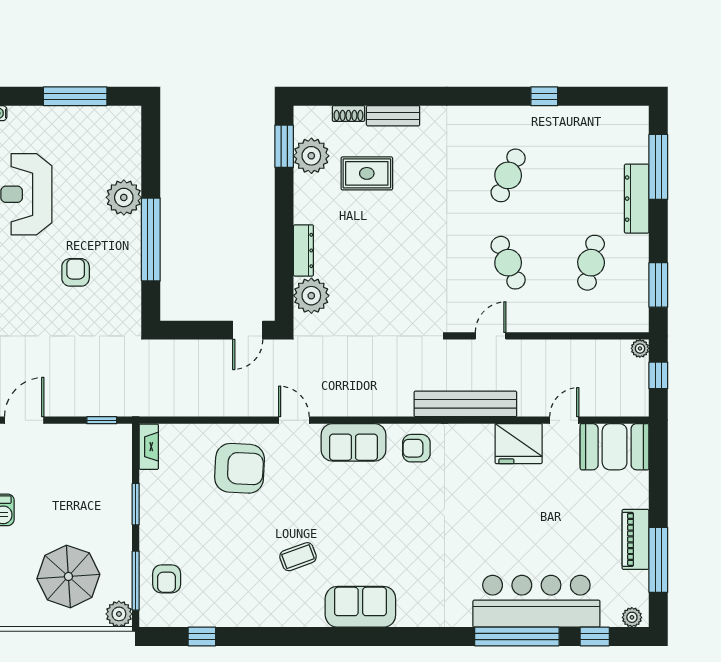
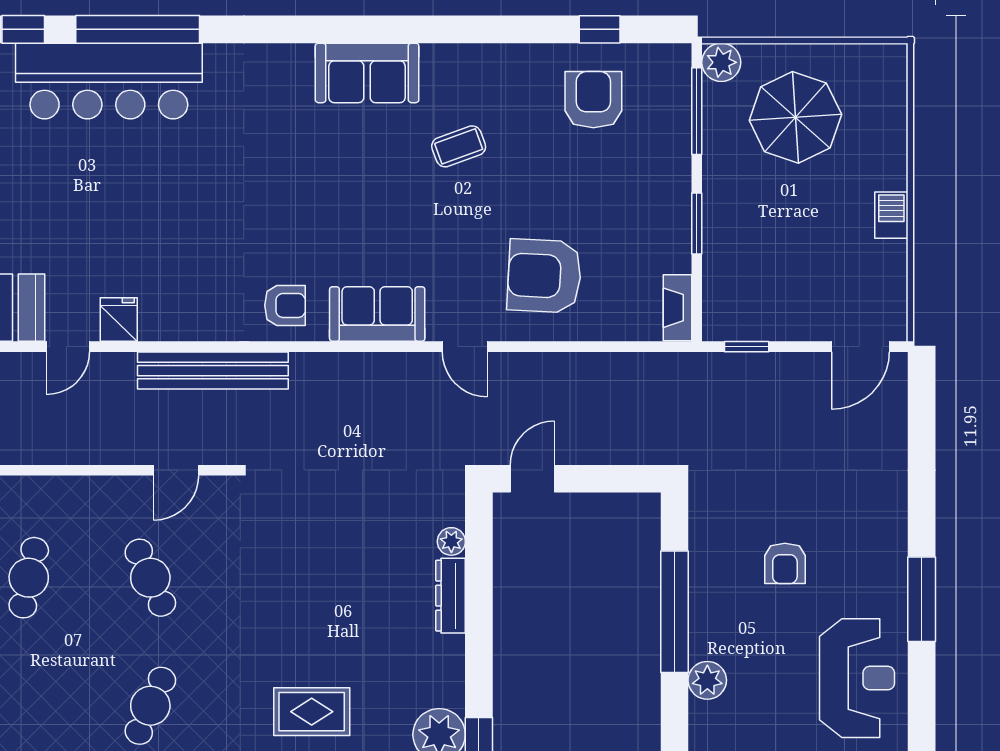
rug: (367, 173) -> (312, 712), moved
plant: (124, 197) -> (707, 680), width x0.73, depth x0.73
plant: (311, 296) -> (451, 541), width x0.53, depth x0.53
fridge: (519, 444) -> (119, 320), width x0.53, depth x0.75
armchair: (167, 579) -> (593, 100), moved, width x1.38, depth x1.38

